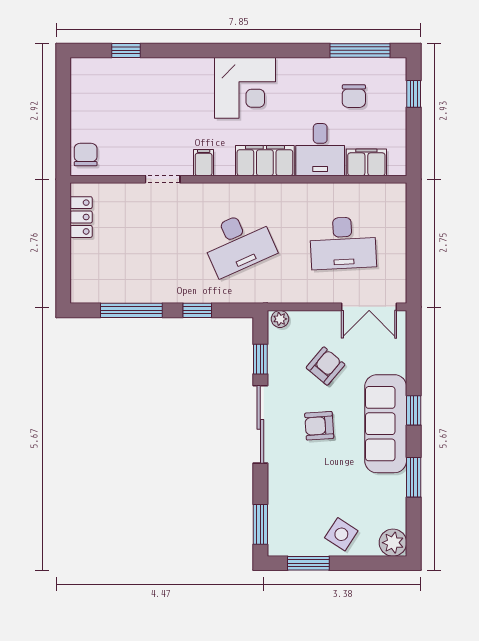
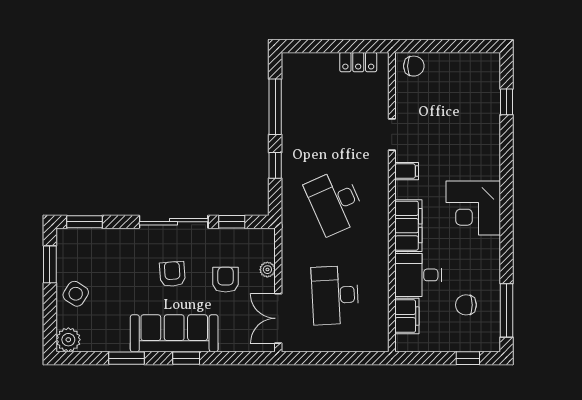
plant: (280, 319) -> (267, 270), moved
armchair: (326, 366) -> (226, 280), turned -130

